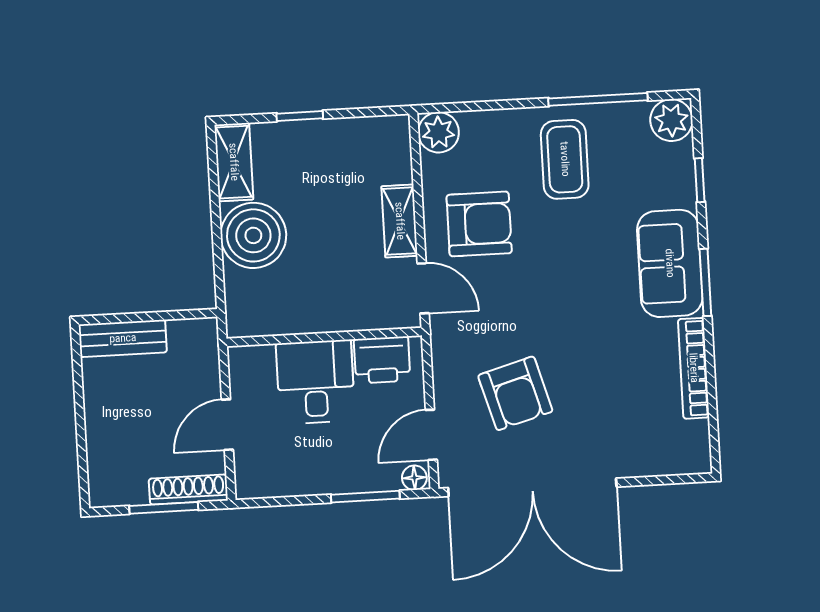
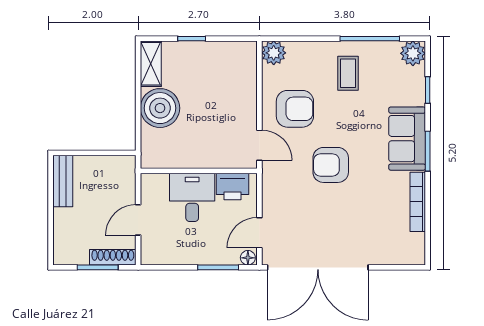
coffee table: (565, 159) -> (348, 73), width x0.73, depth x0.77
shelving: (400, 221) -> (248, 104), removed
bench: (123, 338) -> (63, 181), moved, turned 90
armchair: (515, 393) -> (331, 165), moved, turned 106

